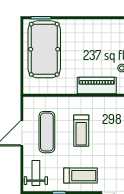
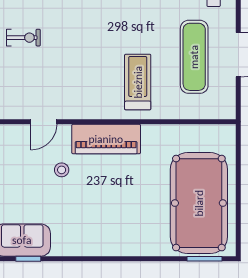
treadmill: (81, 131) -> (138, 82), moved

